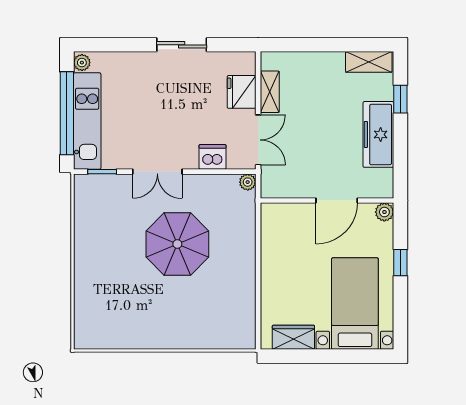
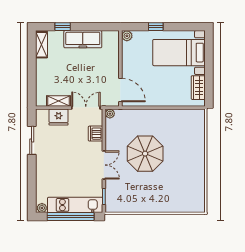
sliding door: (182, 45) -> (32, 140), moved
door: (337, 200) -> (120, 90), moved

